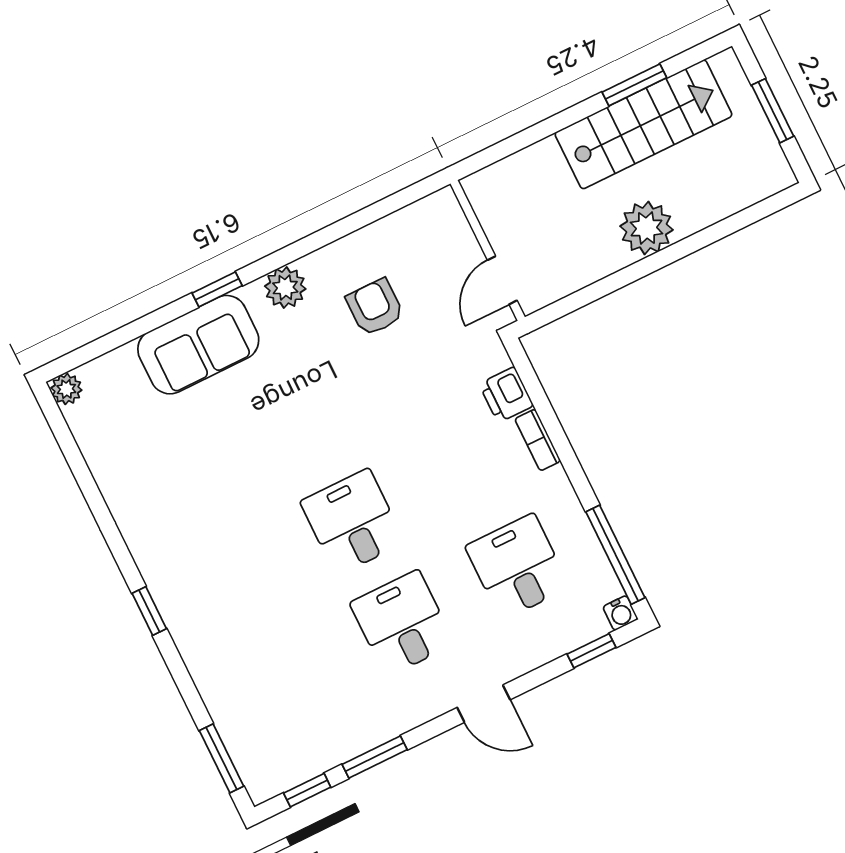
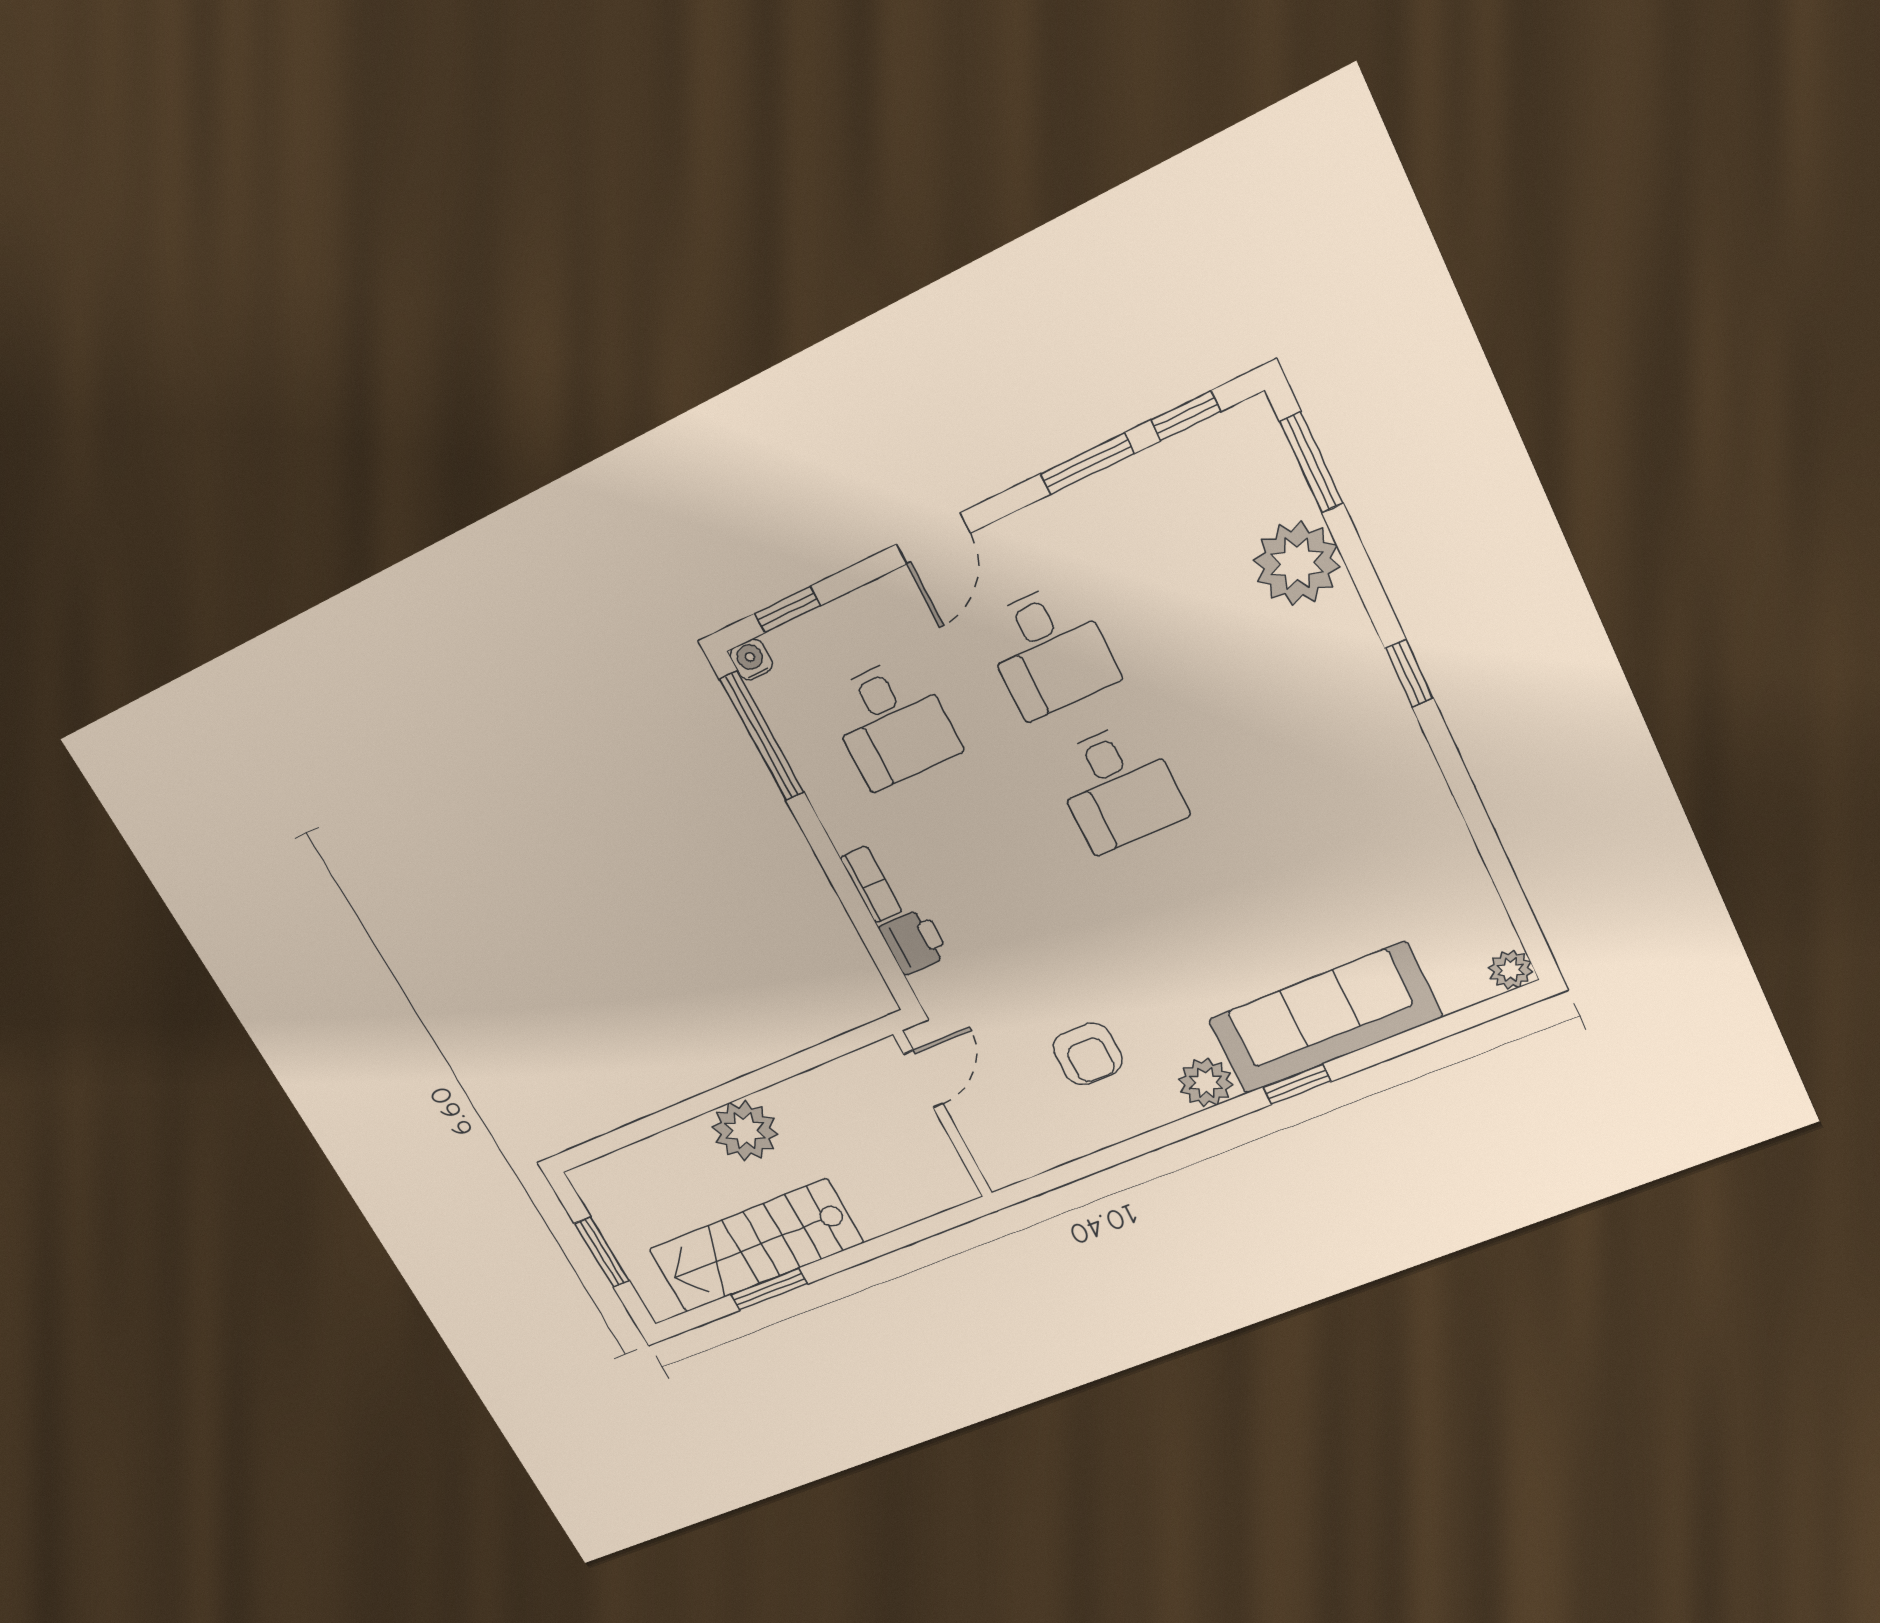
sofa: (198, 345) -> (1325, 1018), width x1.36
plant: (229, 688) -> (1297, 563), added
door: (484, 704) -> (933, 539), swing flipped

